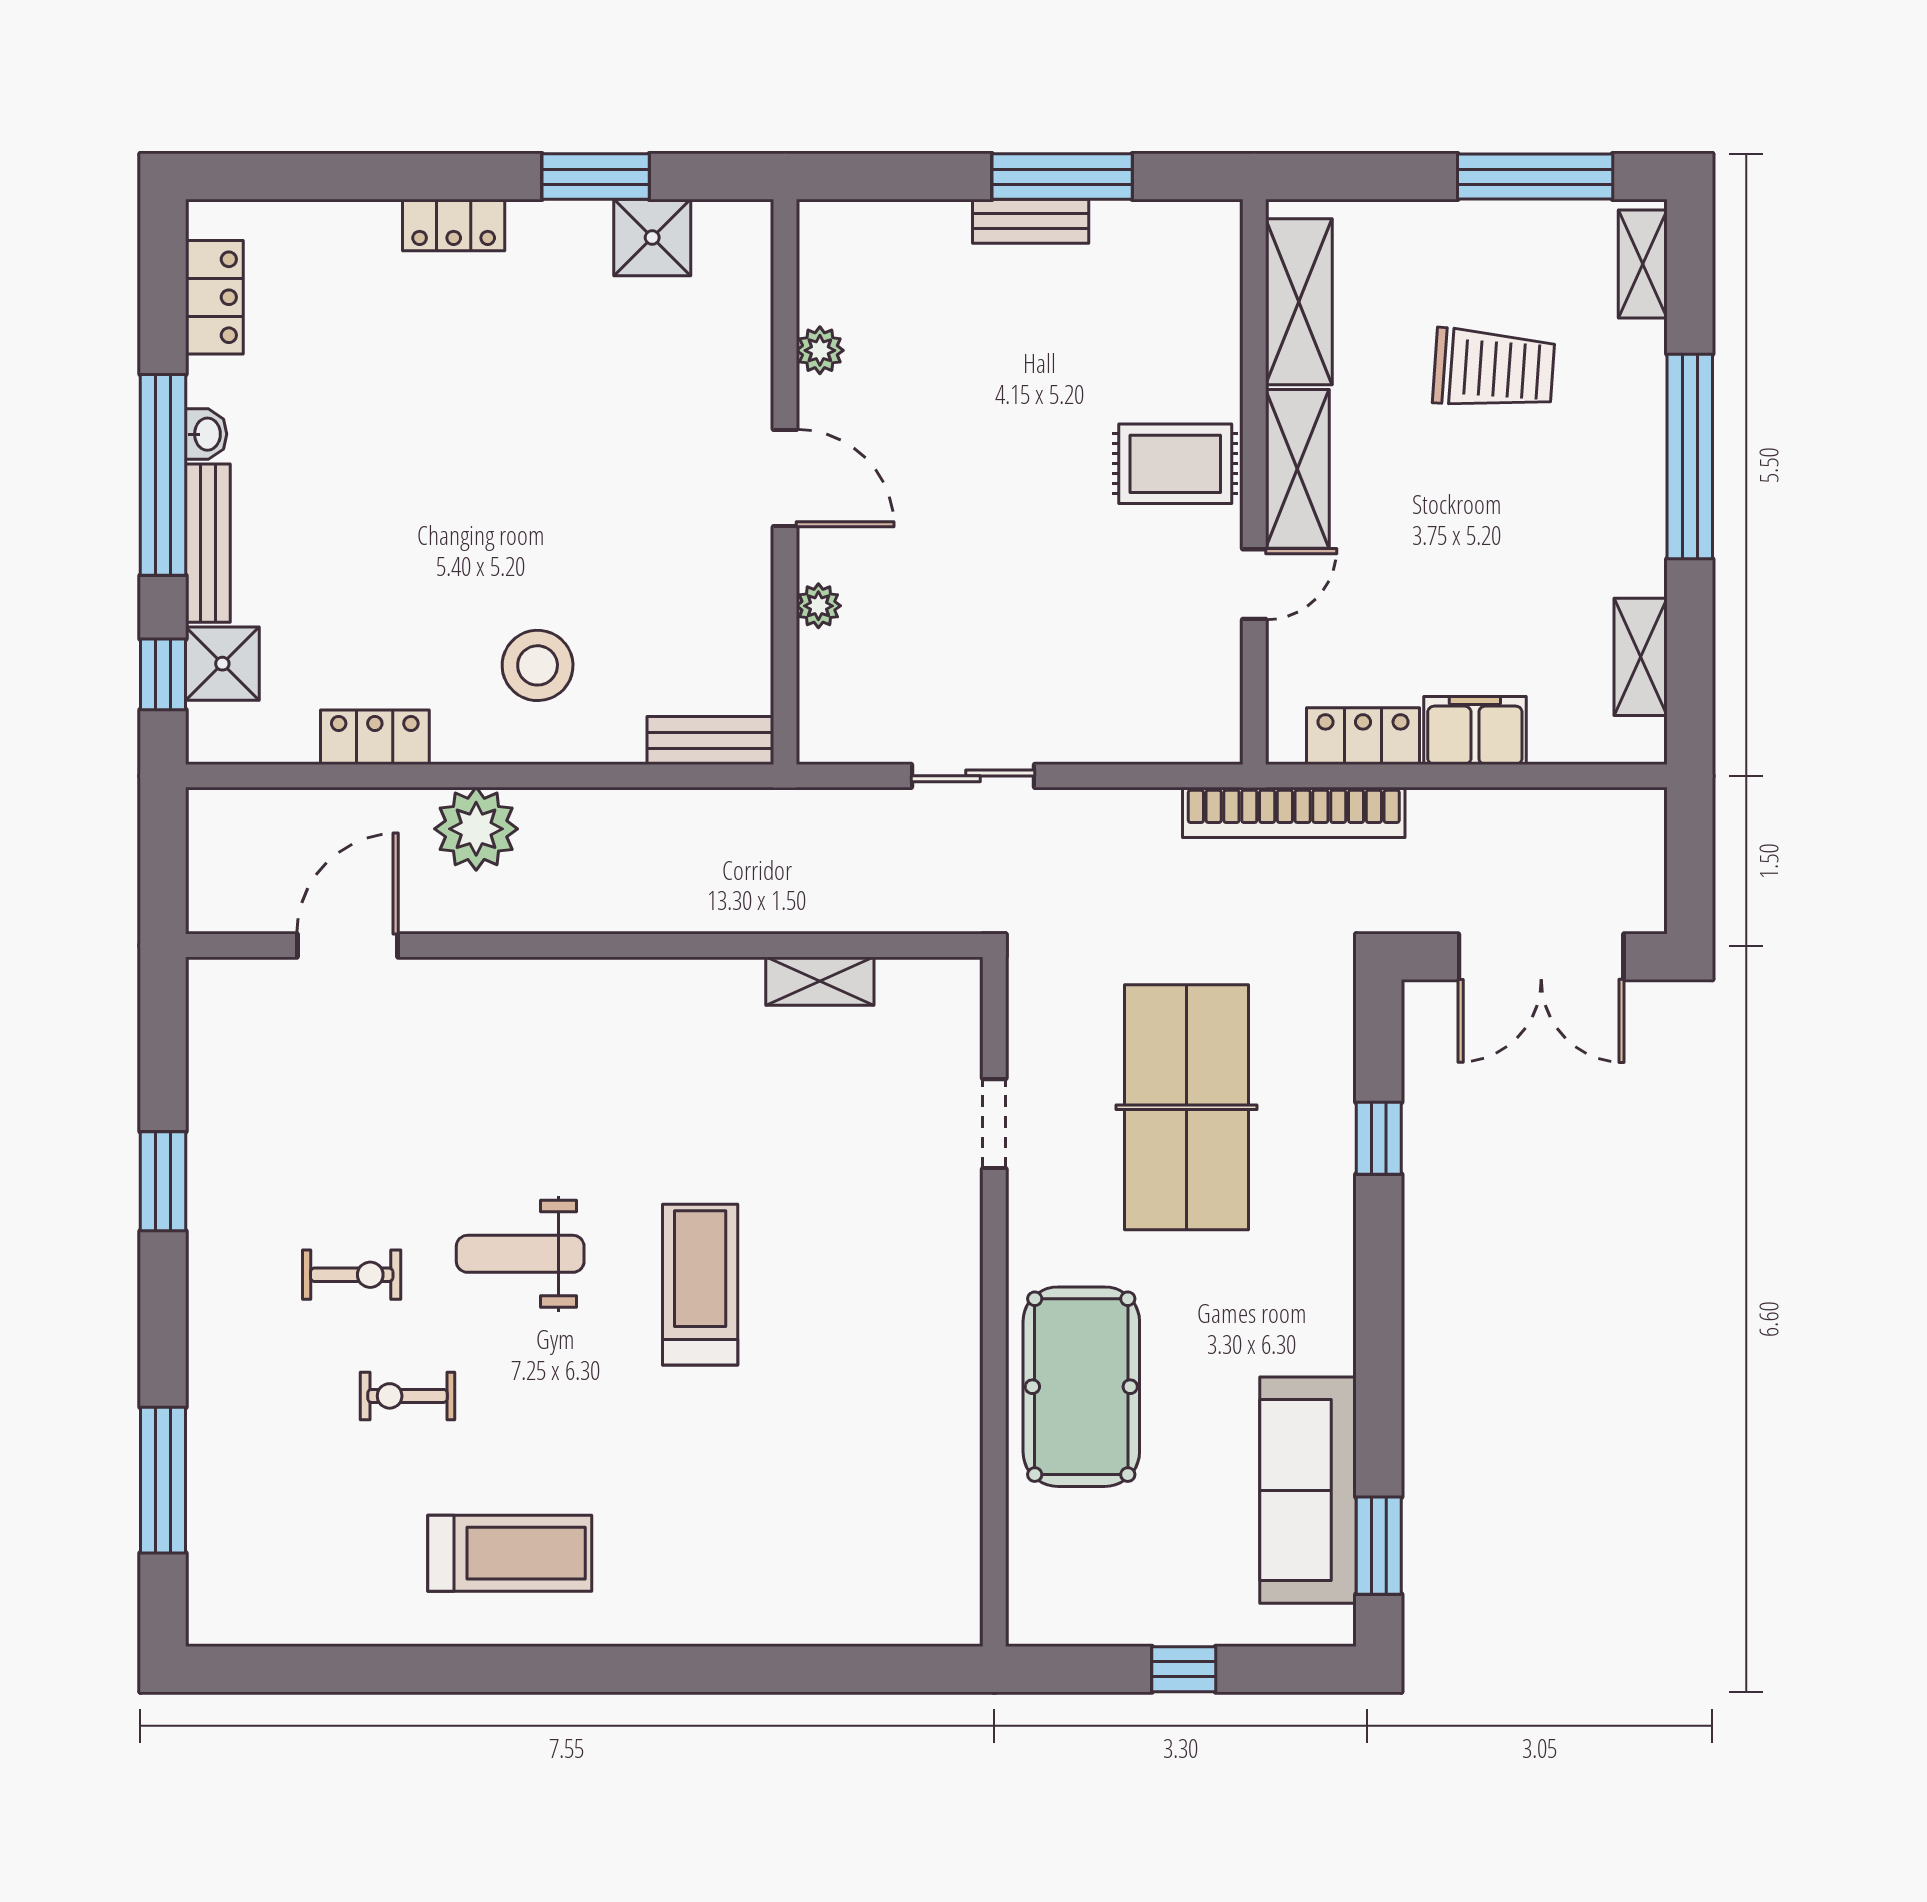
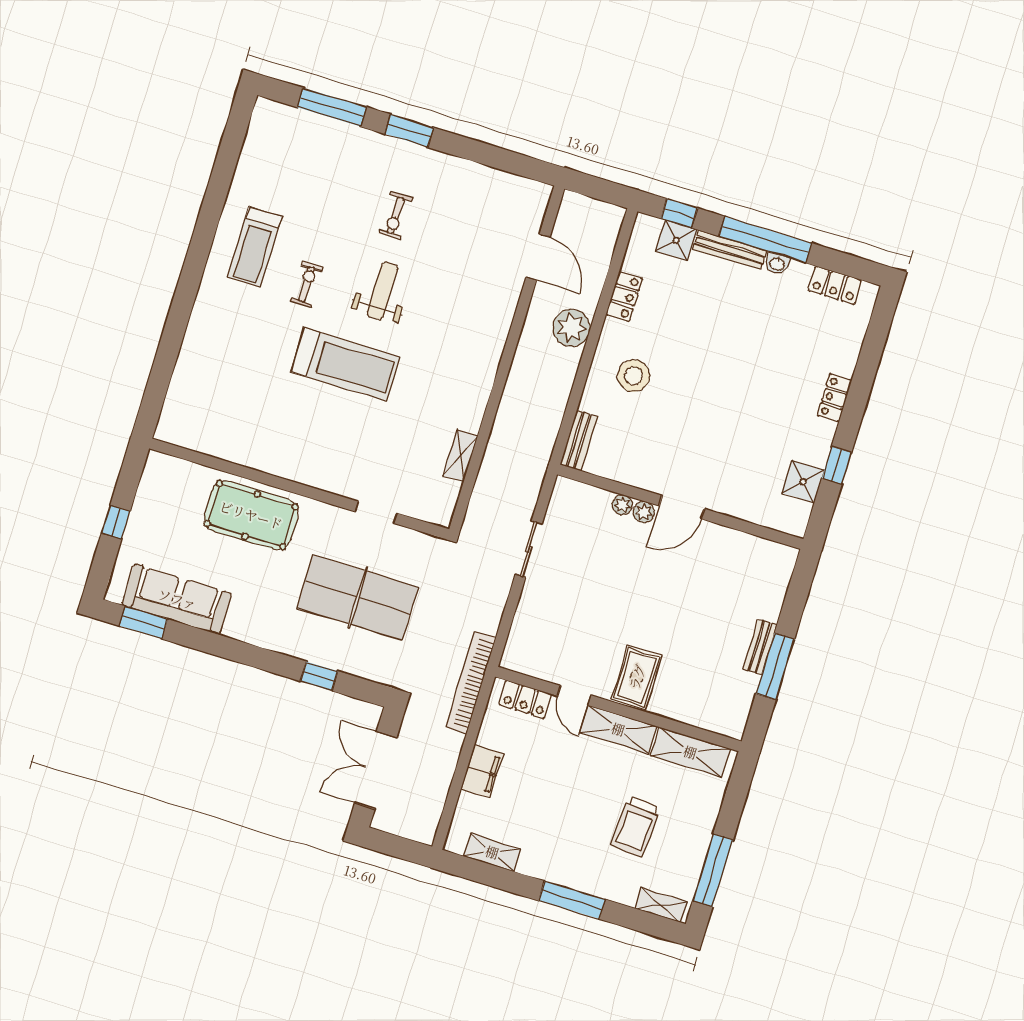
window: (596, 177) -> (837, 465), width x0.67
plant: (820, 350) -> (644, 512), moved
window: (1690, 457) -> (572, 900), width x0.68
locker: (1363, 736) -> (525, 699), moved, turned 90
window: (163, 1181) -> (409, 131), moved
treadmill: (700, 1285) -> (345, 364), width x1.37, depth x1.38
exercise bike: (407, 1396) -> (307, 284), moved

